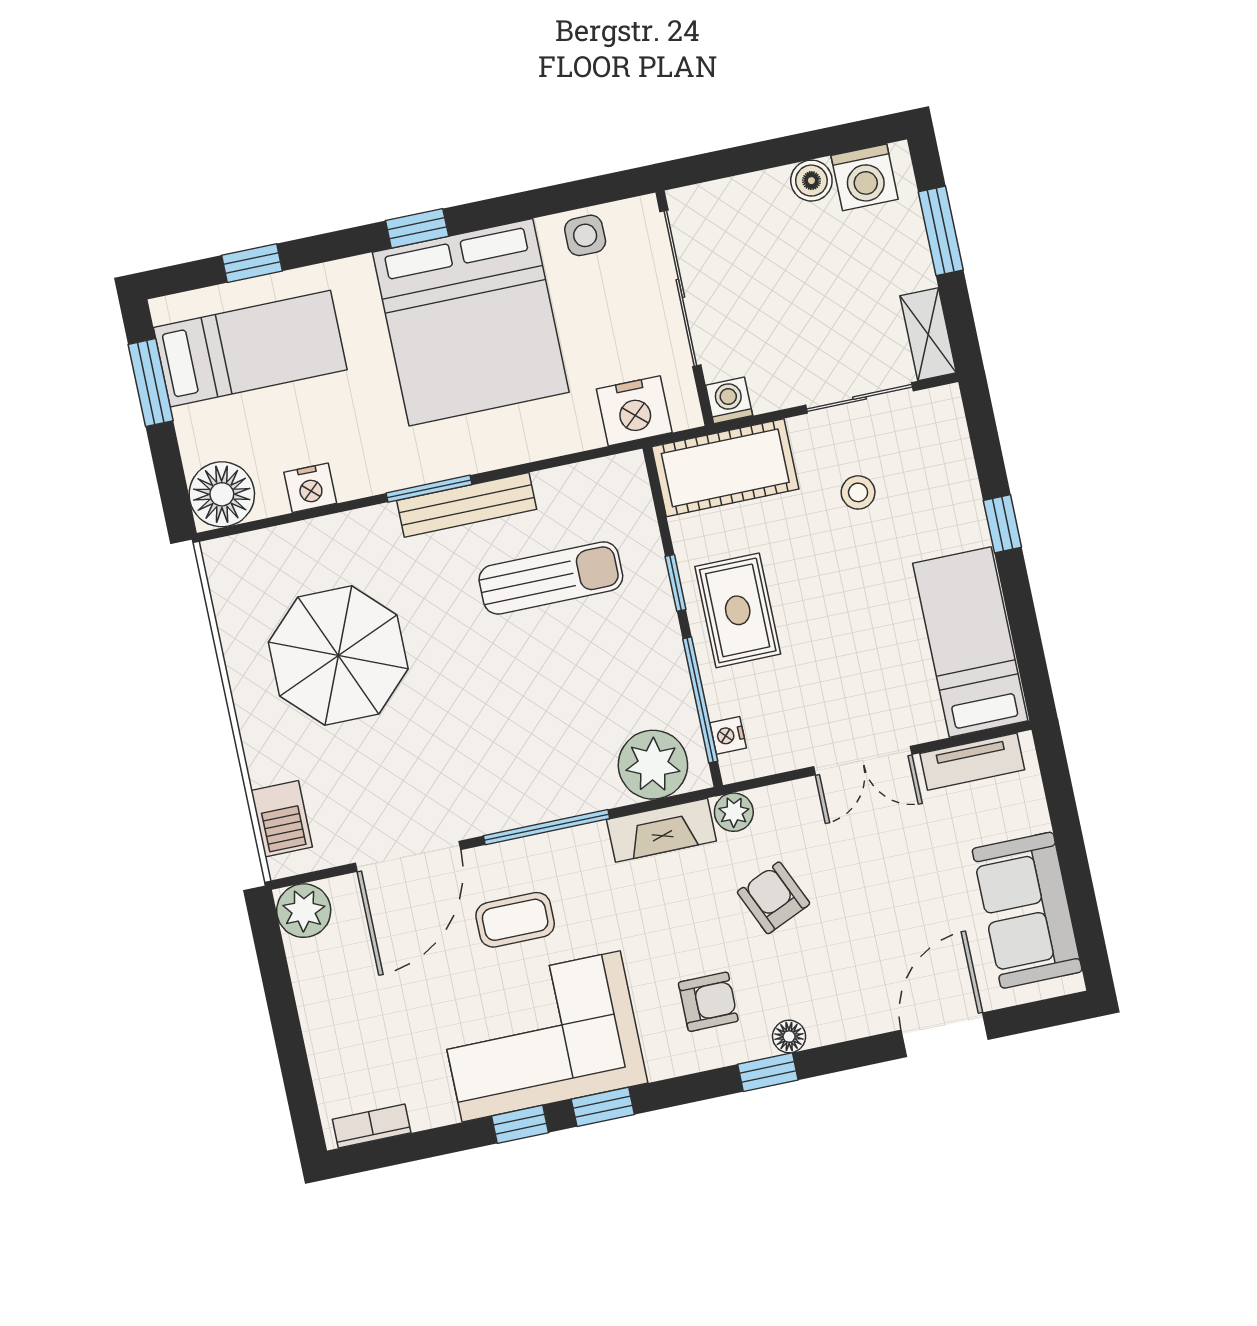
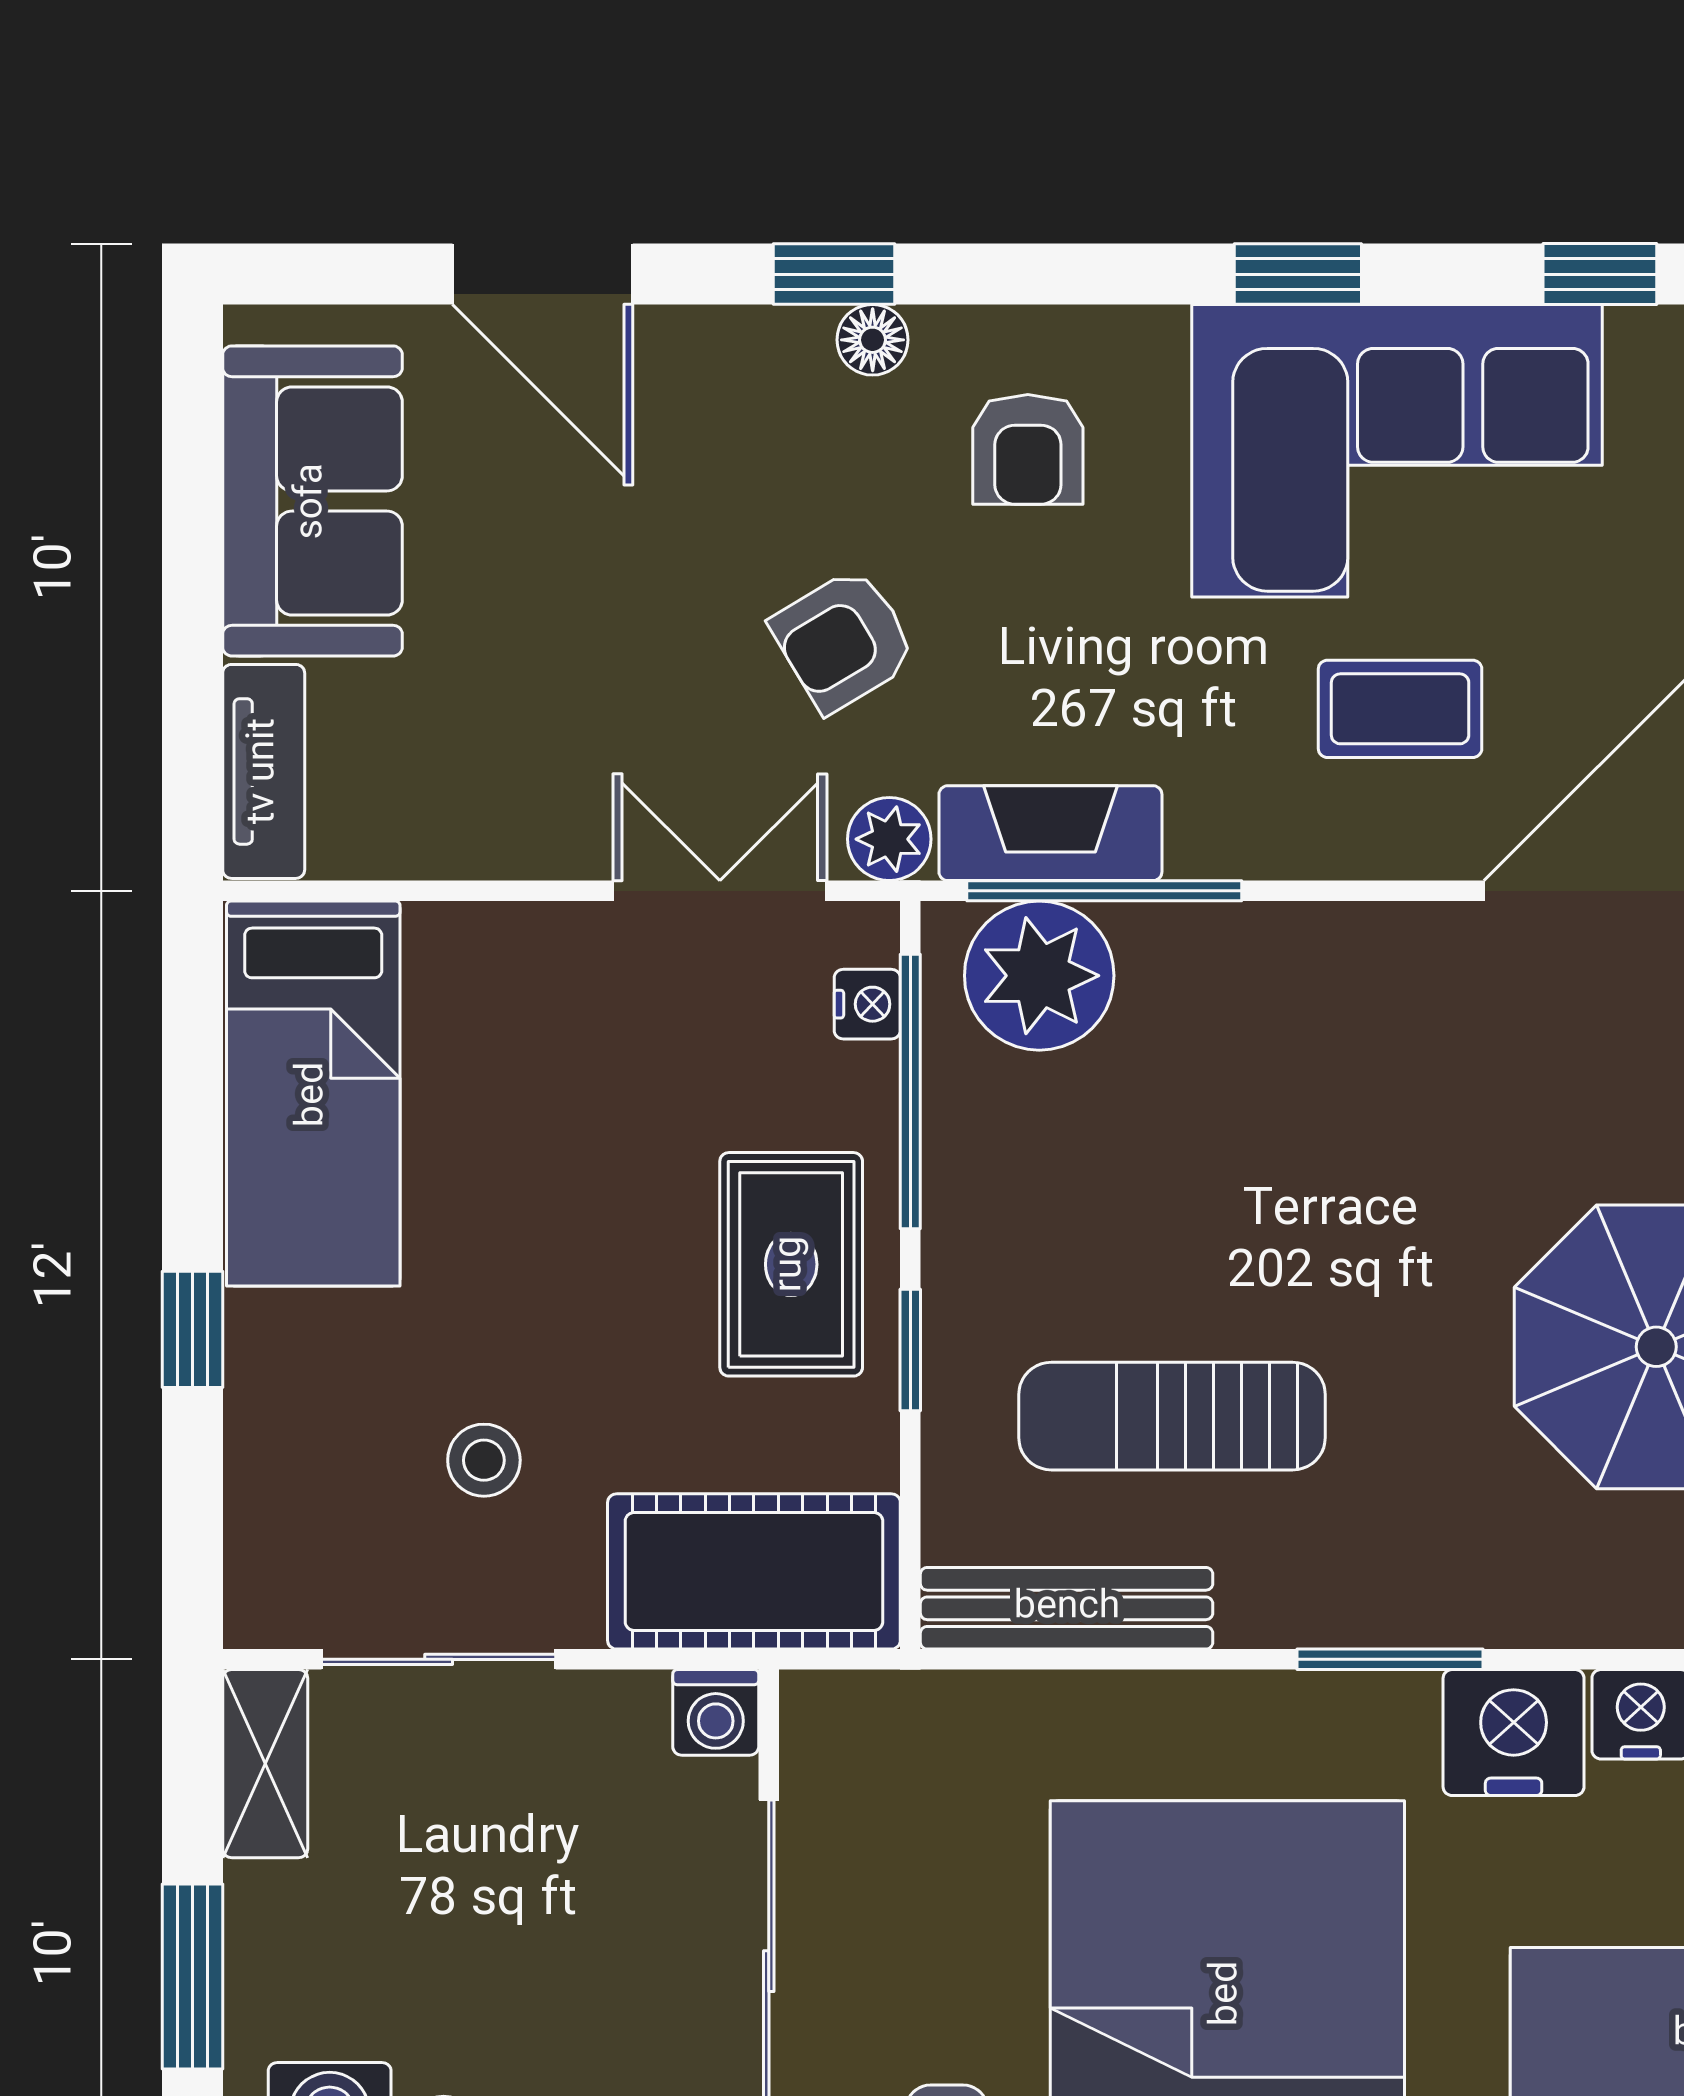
nightstand: (634, 411) -> (1514, 1733), moved
bench: (467, 505) -> (1067, 1608), moved
double door: (863, 761) -> (720, 891), moved
tv unit: (972, 762) -> (264, 771), moved, turned 90
window: (547, 827) -> (1104, 891), moved
armchair: (773, 898) -> (844, 640), turned 83
armchair: (708, 1002) -> (1028, 449), turned -90
door: (945, 1035) -> (543, 274), hinge flipped
window: (768, 1072) -> (834, 274), moved
window: (520, 1124) -> (1600, 274), moved

